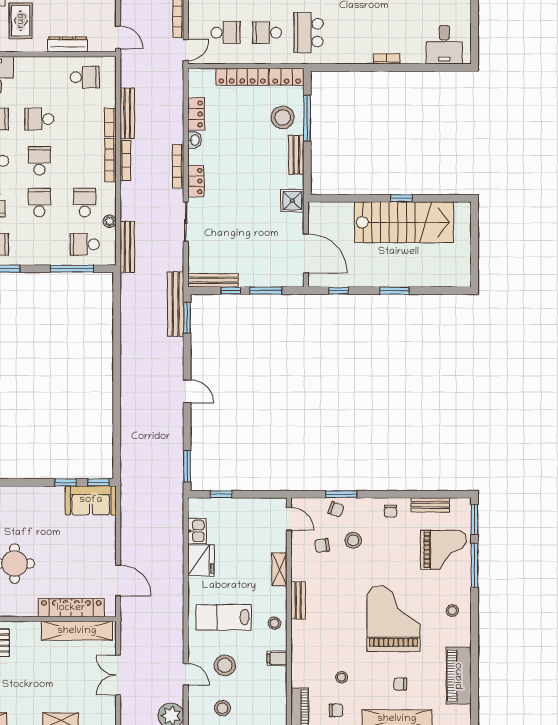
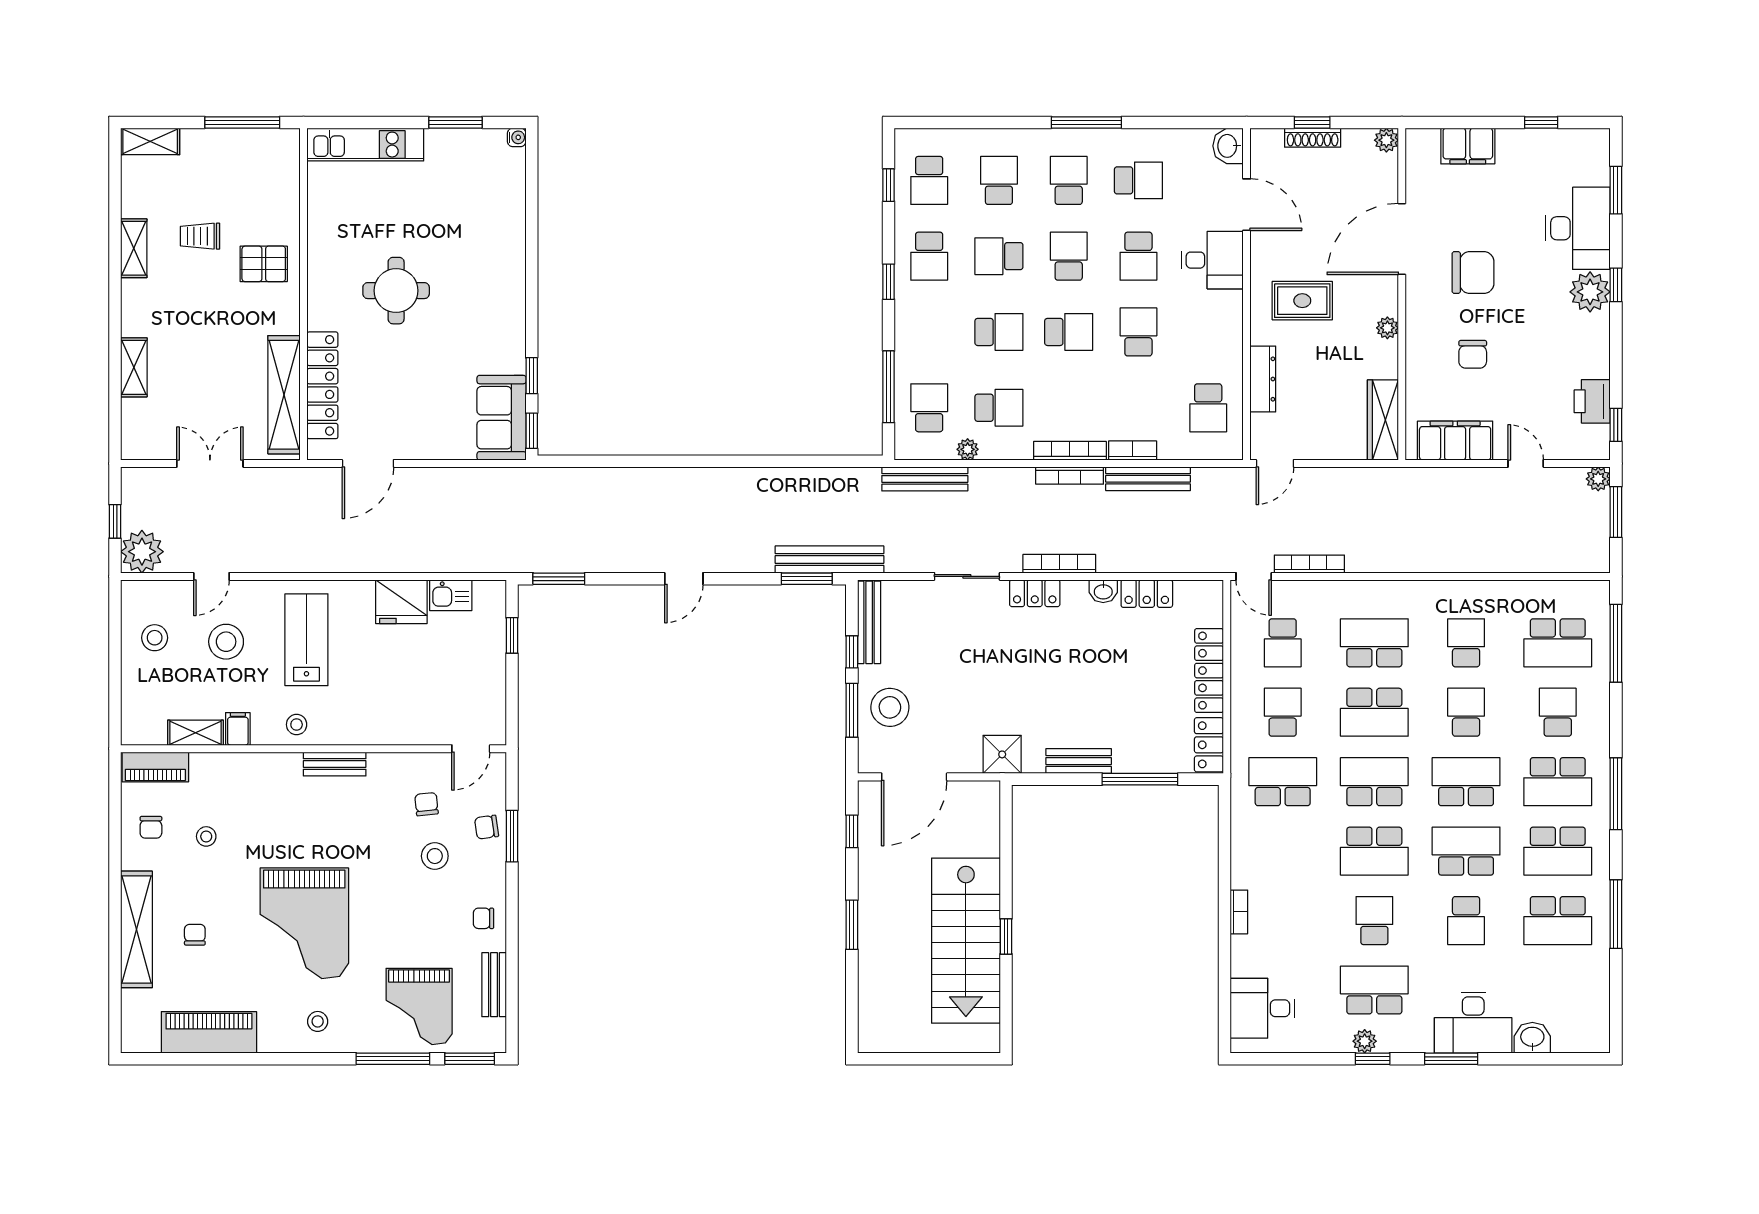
stool: (283, 117) -> (890, 707), moved
chair: (336, 509) -> (487, 827), turned 61
shelving: (279, 569) -> (196, 733), moved
grand piano: (393, 619) -> (304, 923), turned 90

